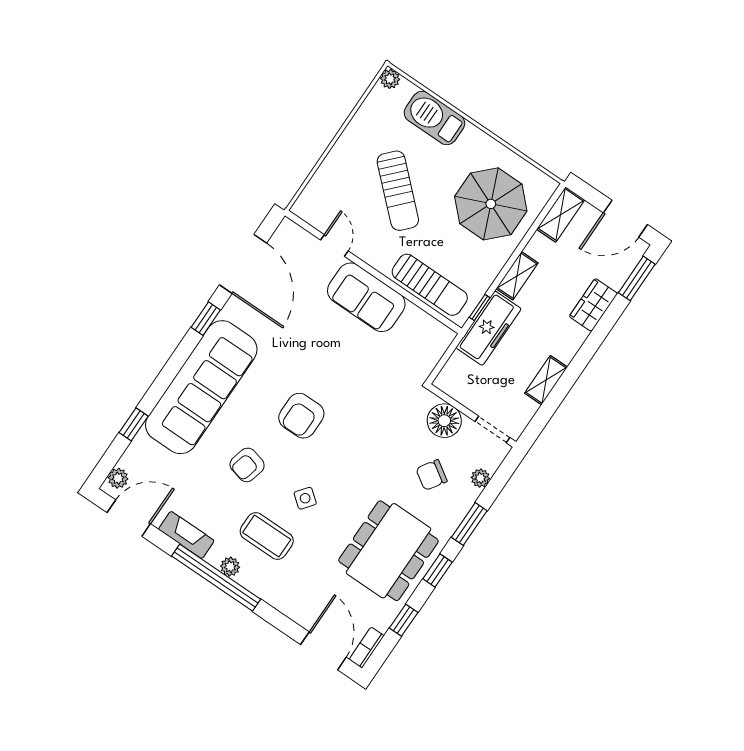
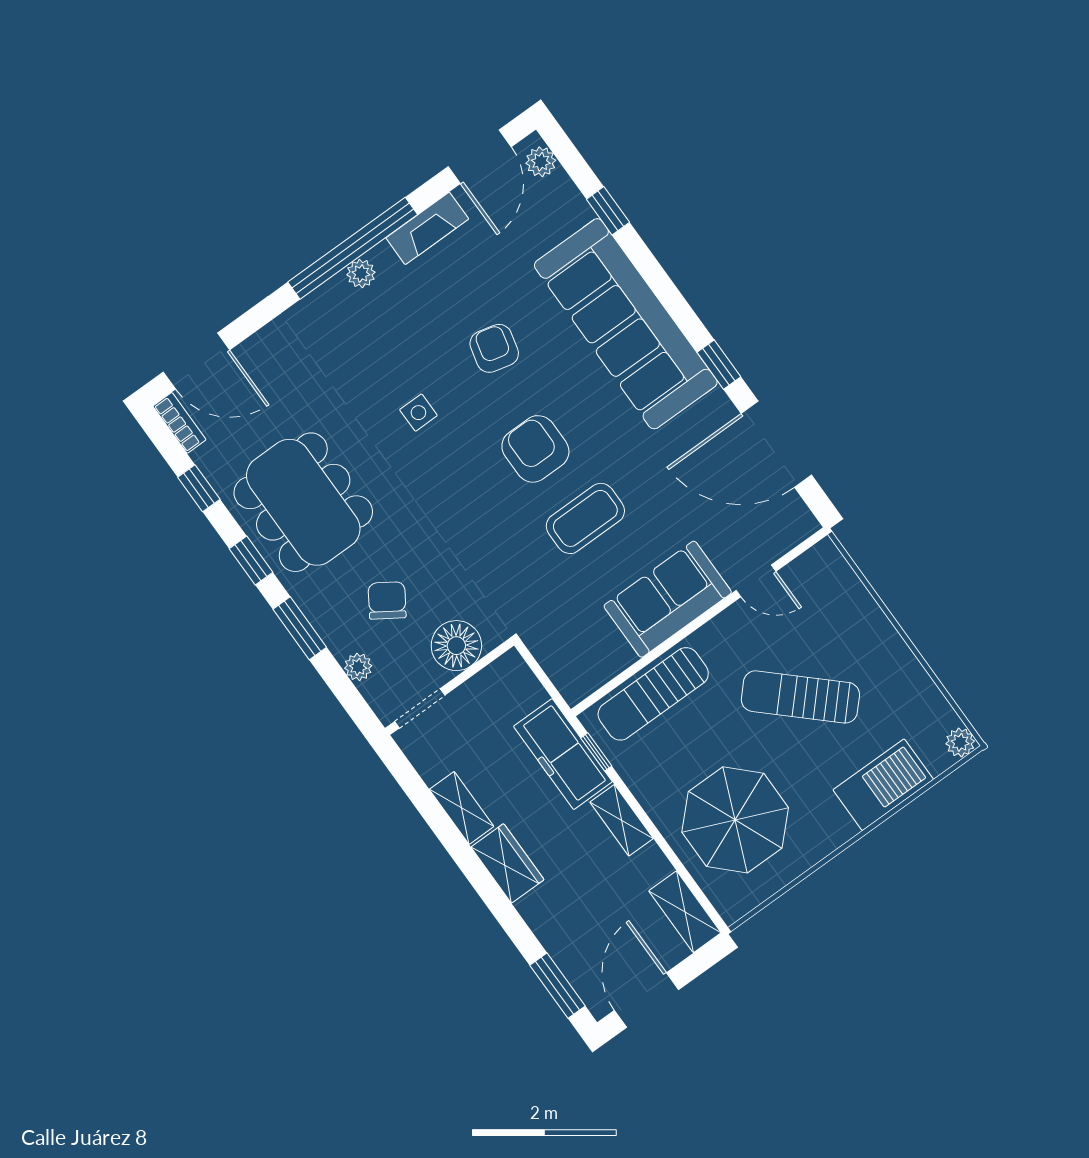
wardrobe: (593, 305) -> (507, 863), moved
side table: (305, 498) -> (418, 413), turned -38
coffee table: (267, 536) -> (585, 518), moved

